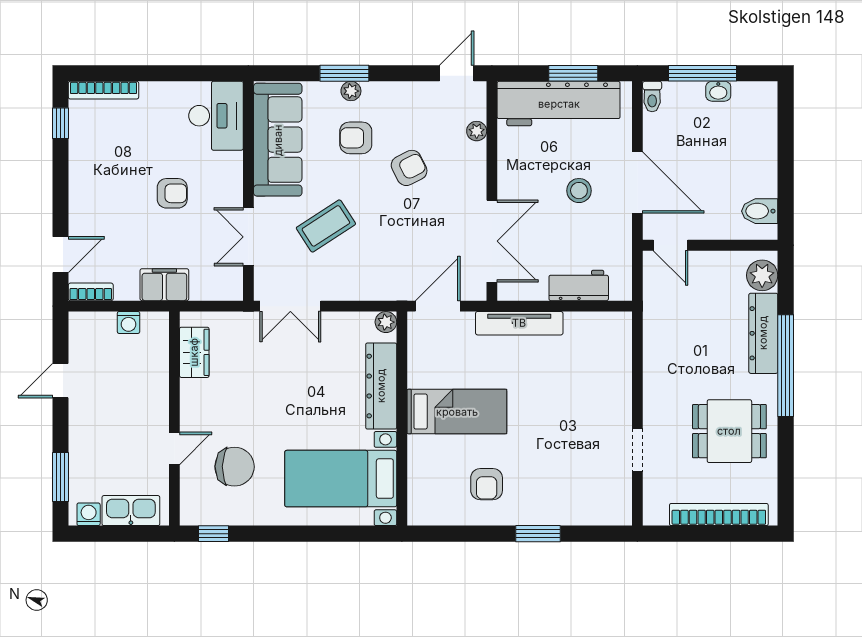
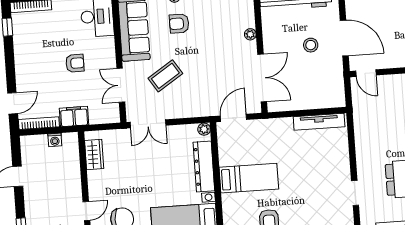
plant: (477, 131) -> (250, 34), moved
armchair: (409, 168) -> (211, 39), removed
workbench: (579, 286) -> (314, 100), removed
bookcase: (91, 292) -> (39, 123), width x1.56
tv unit: (519, 323) -> (319, 122), moved

